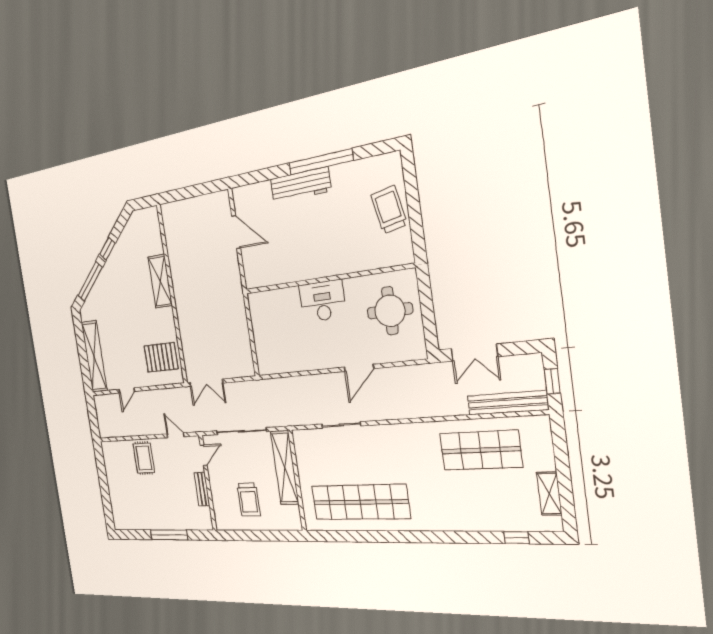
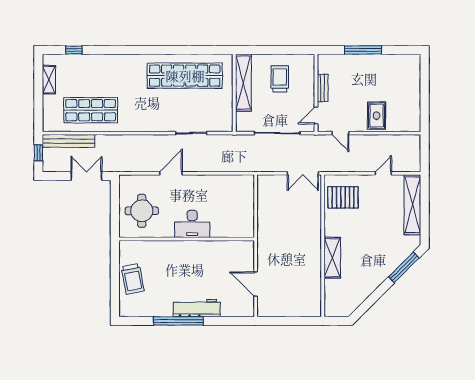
window: (107, 249) -> (380, 291), removed
double door: (206, 383) -> (303, 173), swing flipped
shelving: (285, 468) -> (243, 83), moved

